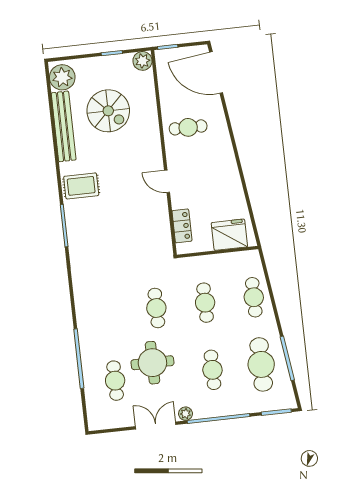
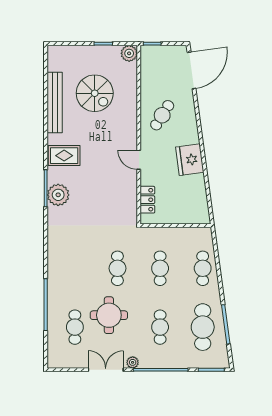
door: (216, 72) -> (192, 70), swing flipped
plant: (62, 77) -> (58, 195), moved
cafe table: (188, 127) -> (162, 115), turned -58
fridge: (229, 235) -> (190, 160), moved, turned -98

